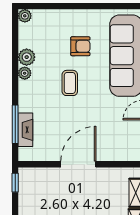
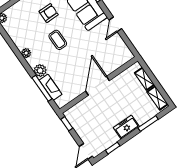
plant: (27, 57) -> (40, 71), moved

